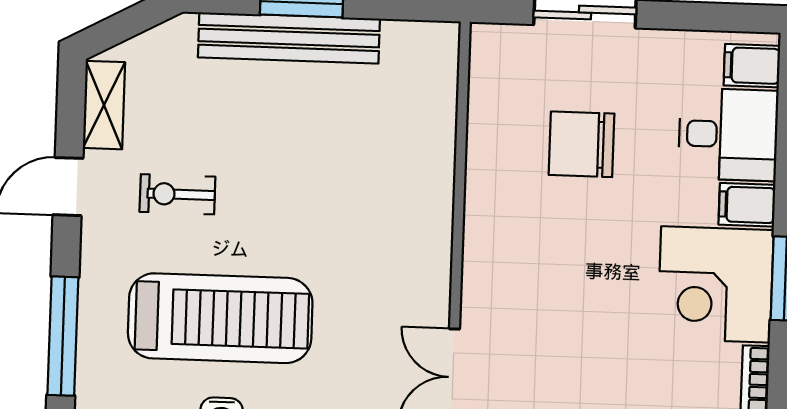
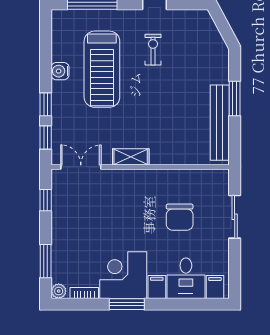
bench: (289, 38) -> (220, 123), moved
shelving: (104, 105) -> (131, 157), moved
chair: (582, 144) -> (180, 217), turned 180

